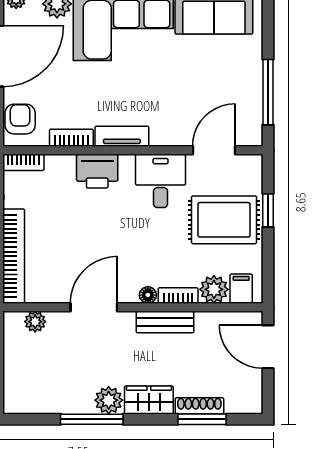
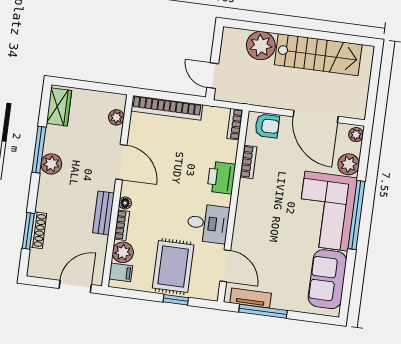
tv unit: (122, 136) -> (251, 298), moved, turned -90
wardrobe: (149, 400) -> (59, 107), moved

